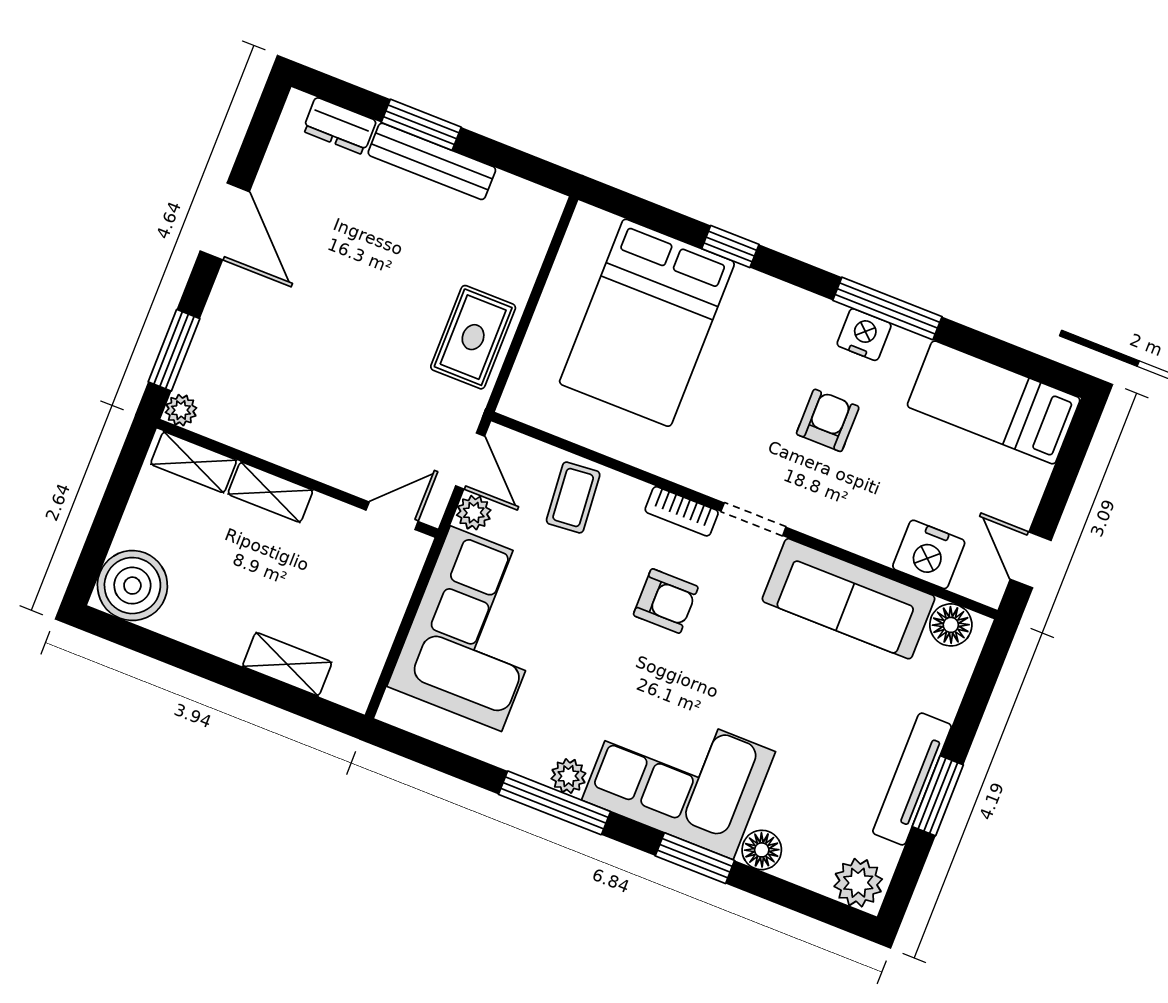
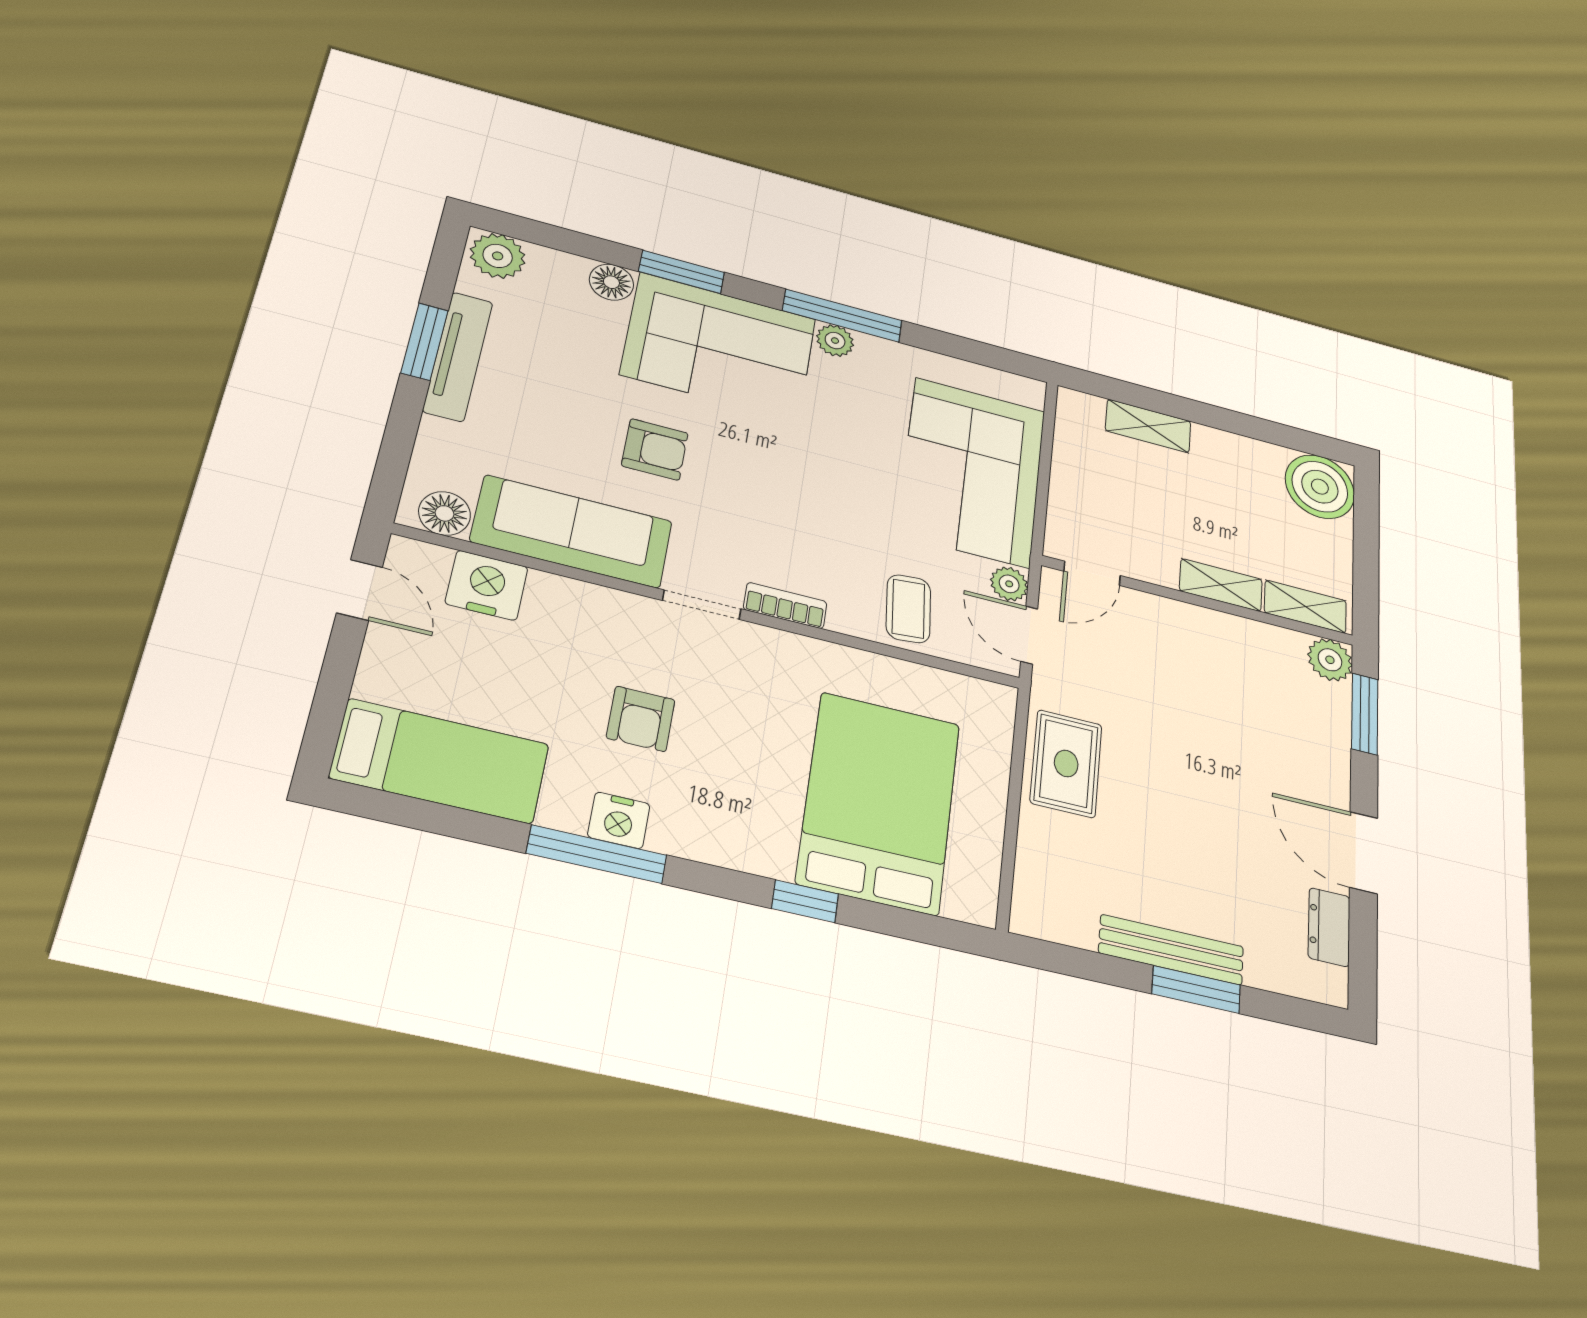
dresser: (339, 126) -> (1329, 927), moved, turned -90
plant: (181, 410) -> (1330, 660), width x1.38, depth x1.38
armchair: (666, 601) -> (655, 449), moved, turned 180

